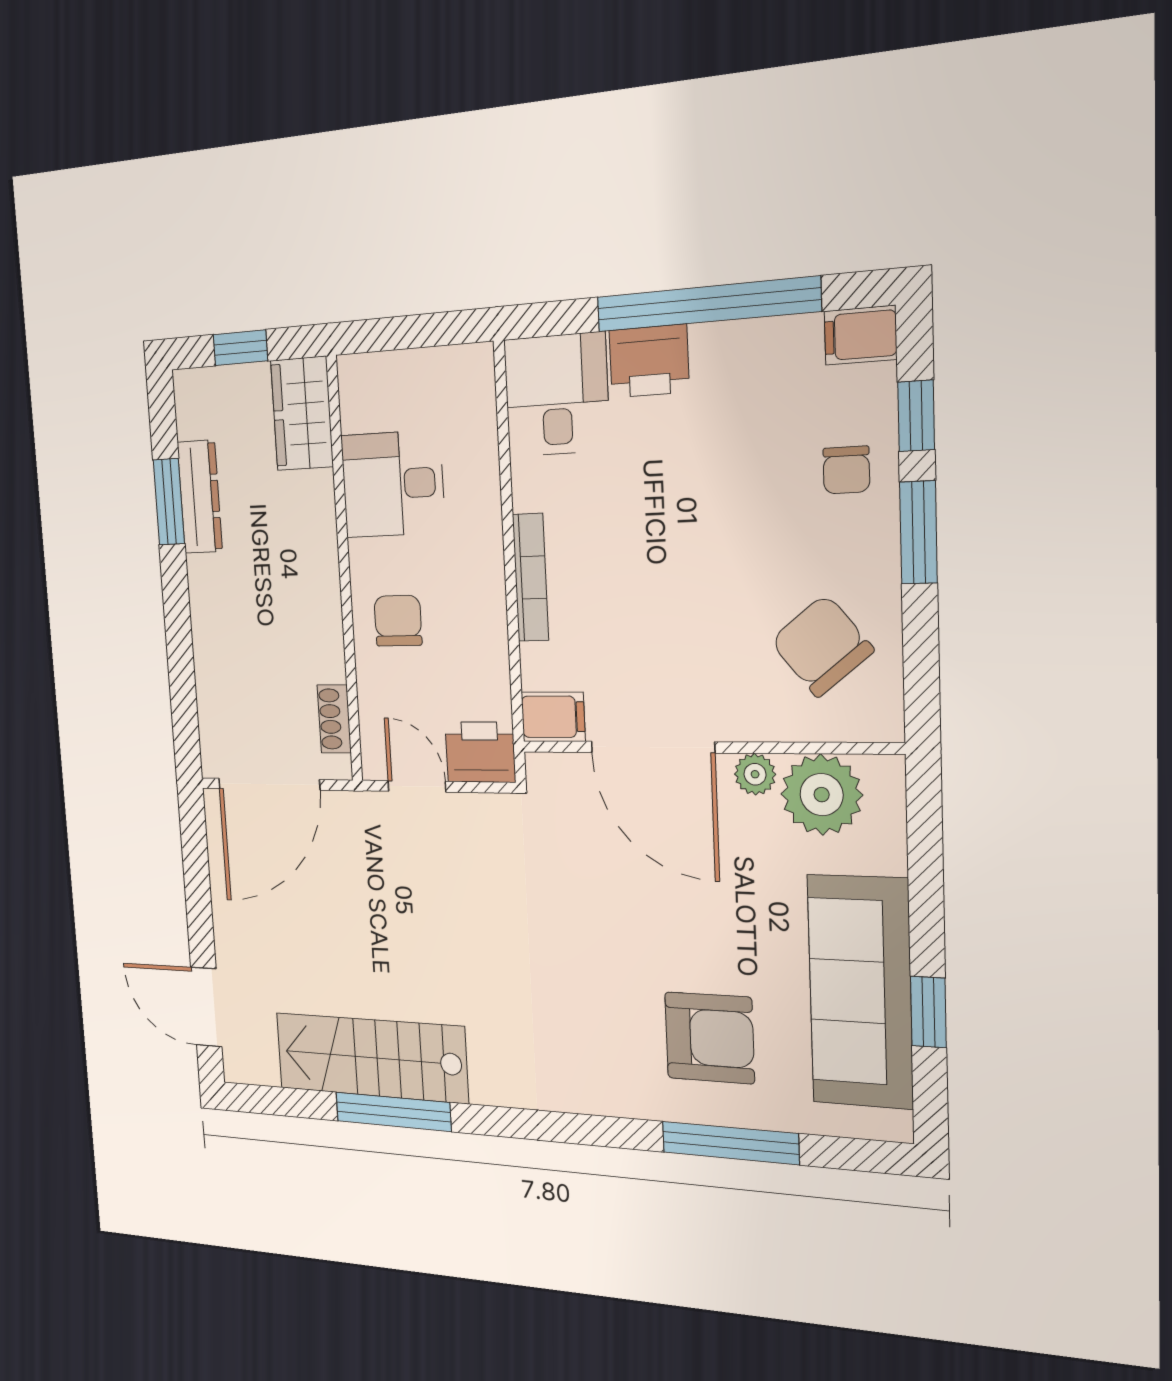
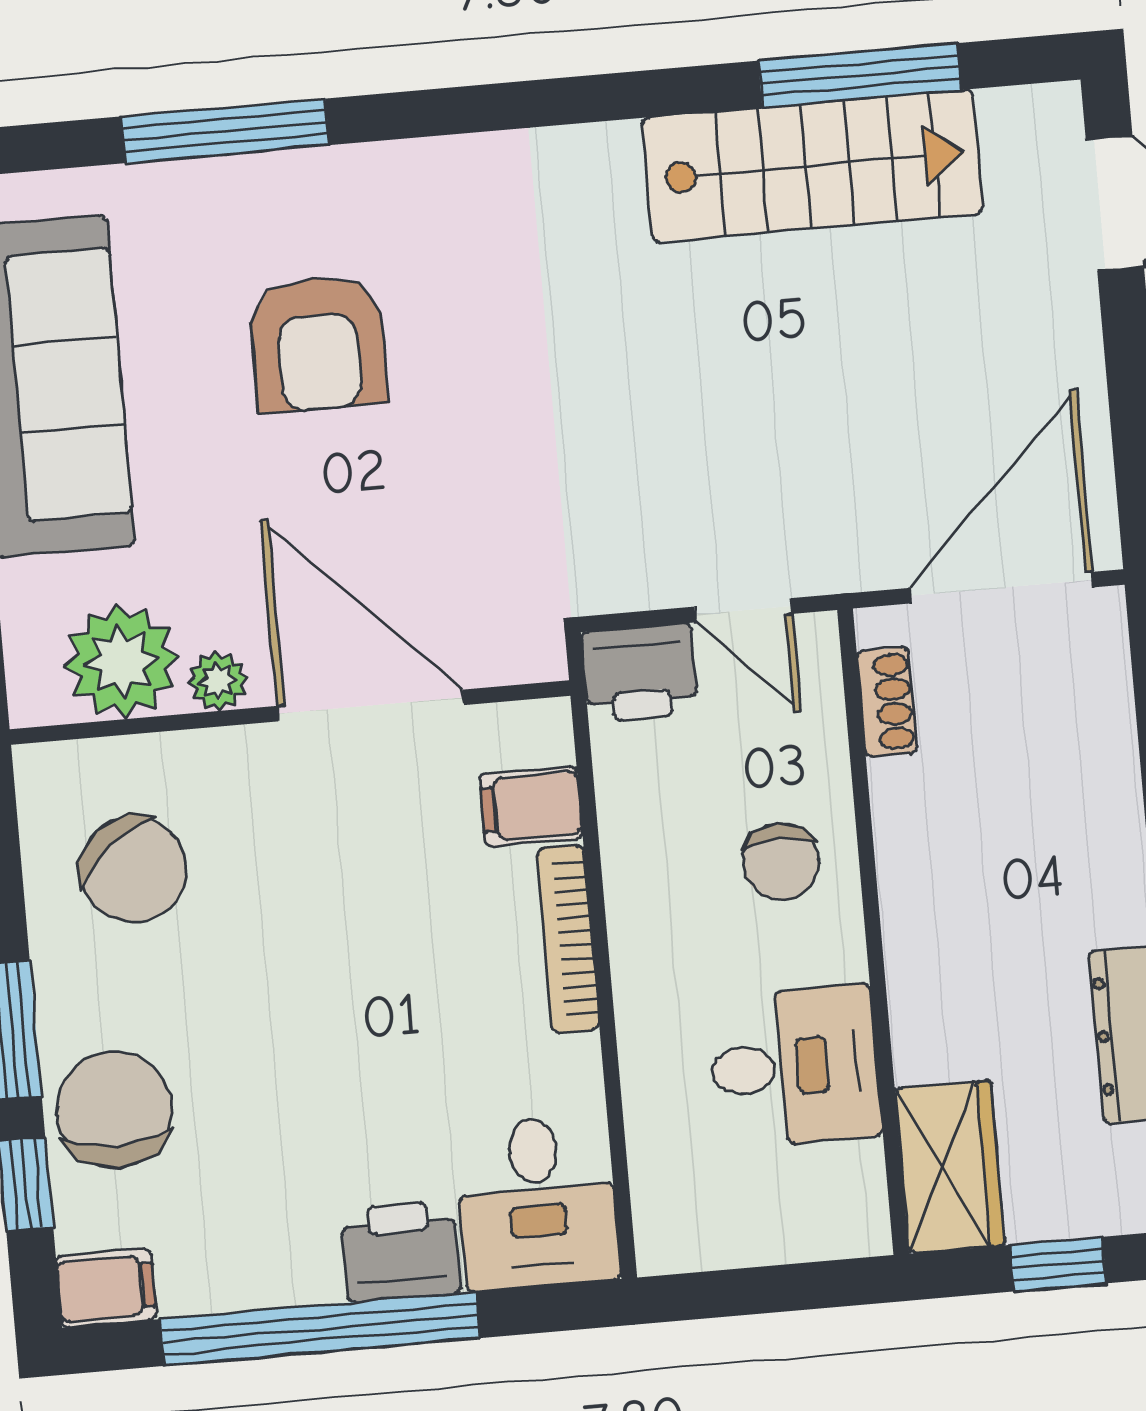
chair: (846, 470) -> (114, 1110), width x1.87, depth x1.87
filing cabinet: (553, 717) -> (531, 806), moved
armchair: (710, 1038) -> (318, 344), moved, turned -90
window: (393, 1112) -> (860, 75), moved

